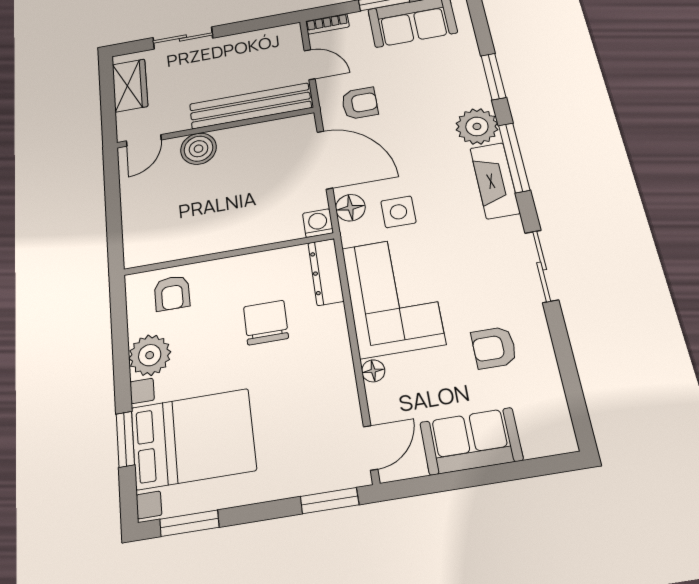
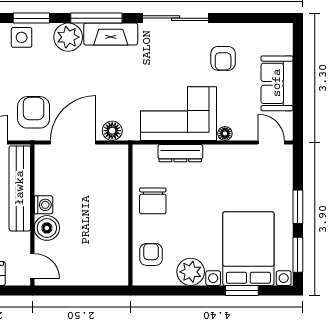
armchair: (360, 103) -> (34, 112), width x1.38, depth x1.38
side table: (398, 212) -> (22, 37), moved
washing machine: (318, 223) -> (43, 205), moved, turned 180
sliding door: (542, 266) -> (176, 18), width x1.37
dresser: (326, 272) -> (180, 153), moved
armchair: (172, 293) -> (151, 254), turned -90
chair: (266, 323) -> (153, 201), moved, turned -90
window: (330, 501) -> (298, 207), moved

